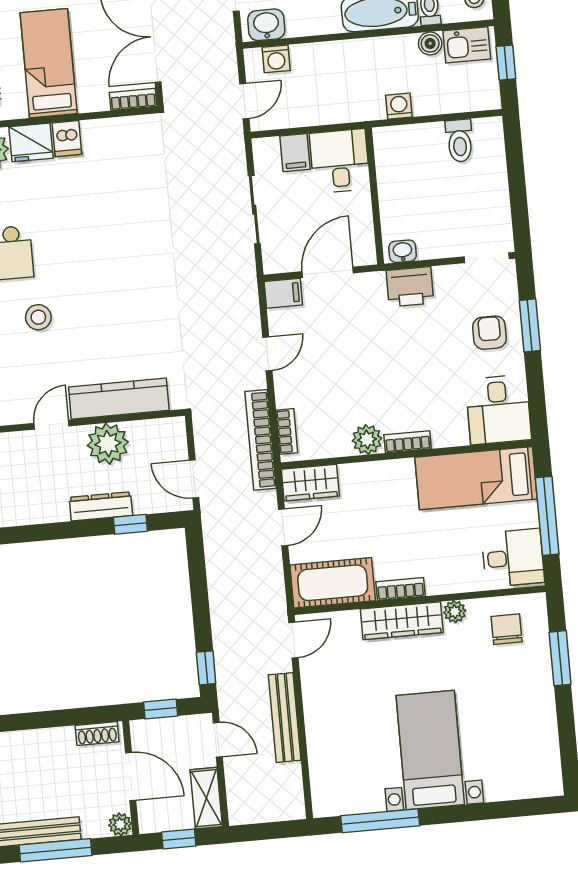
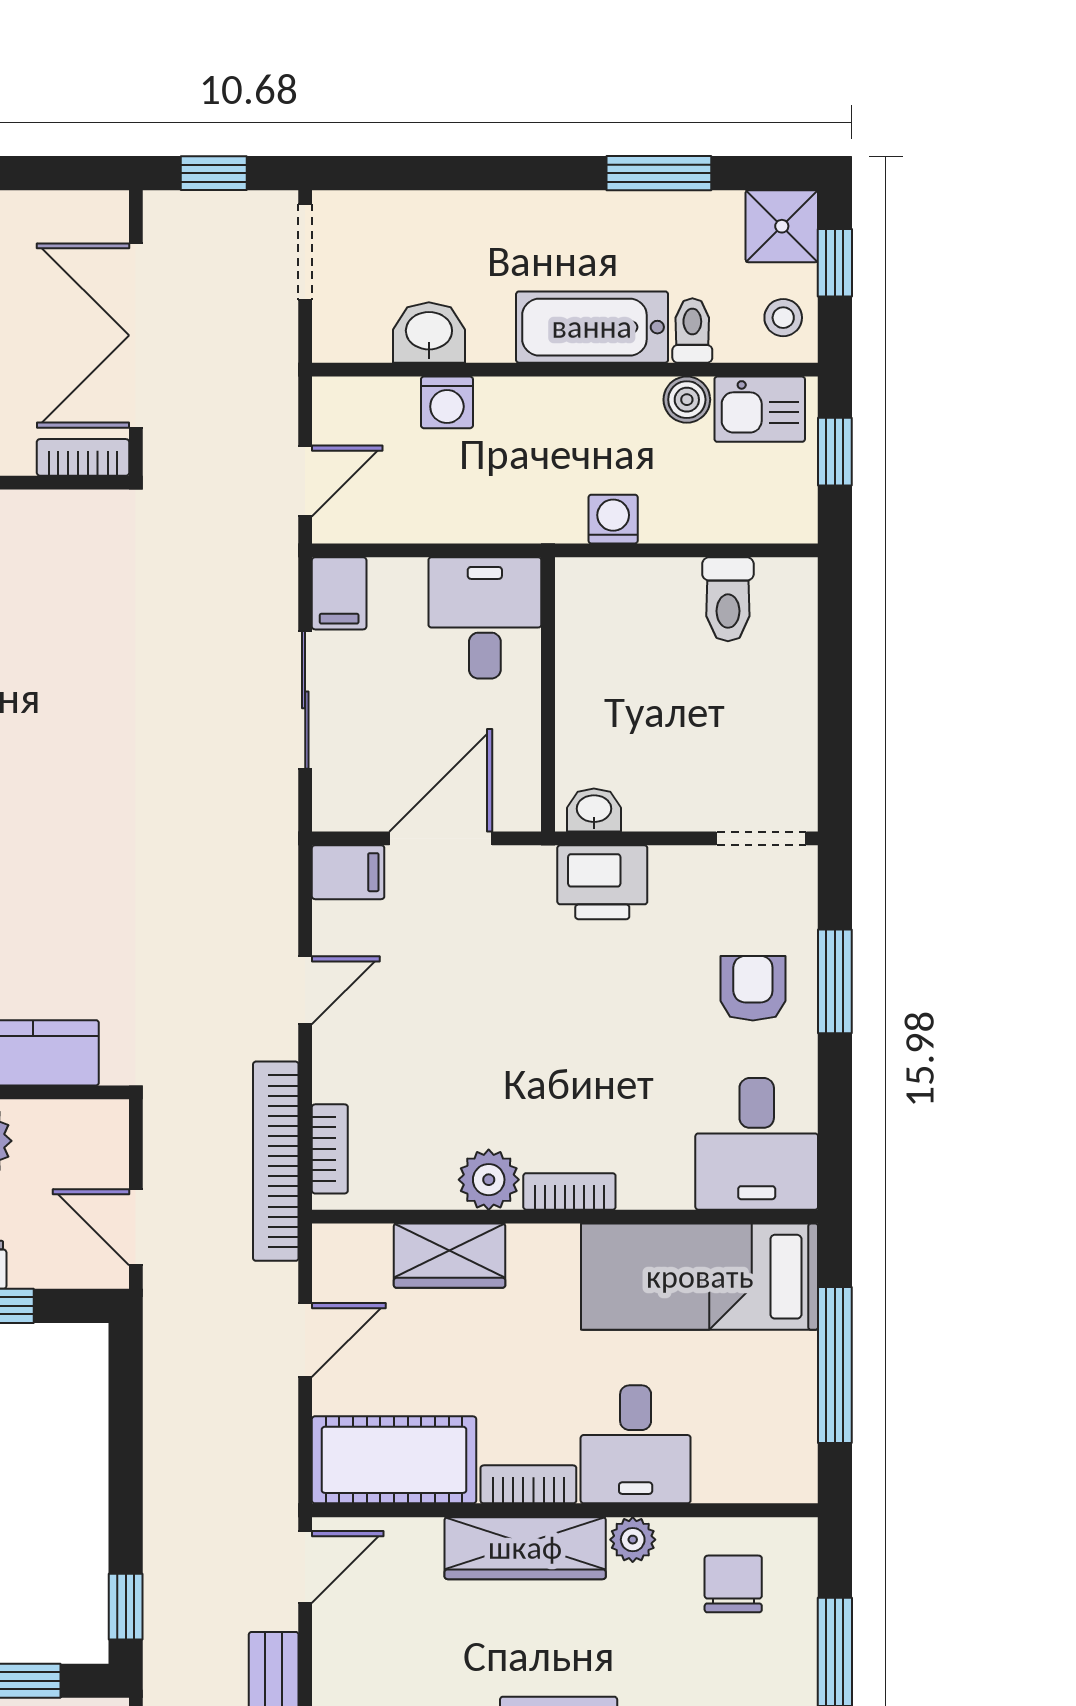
washbasin: (266, 25) -> (429, 333), moved
washing machine: (276, 59) -> (447, 402), moved
filing cabinet: (295, 153) -> (339, 593), moved
wardrobe: (310, 483) -> (450, 1256), moved
desk: (513, 558) -> (636, 1444), moved, turned 90

